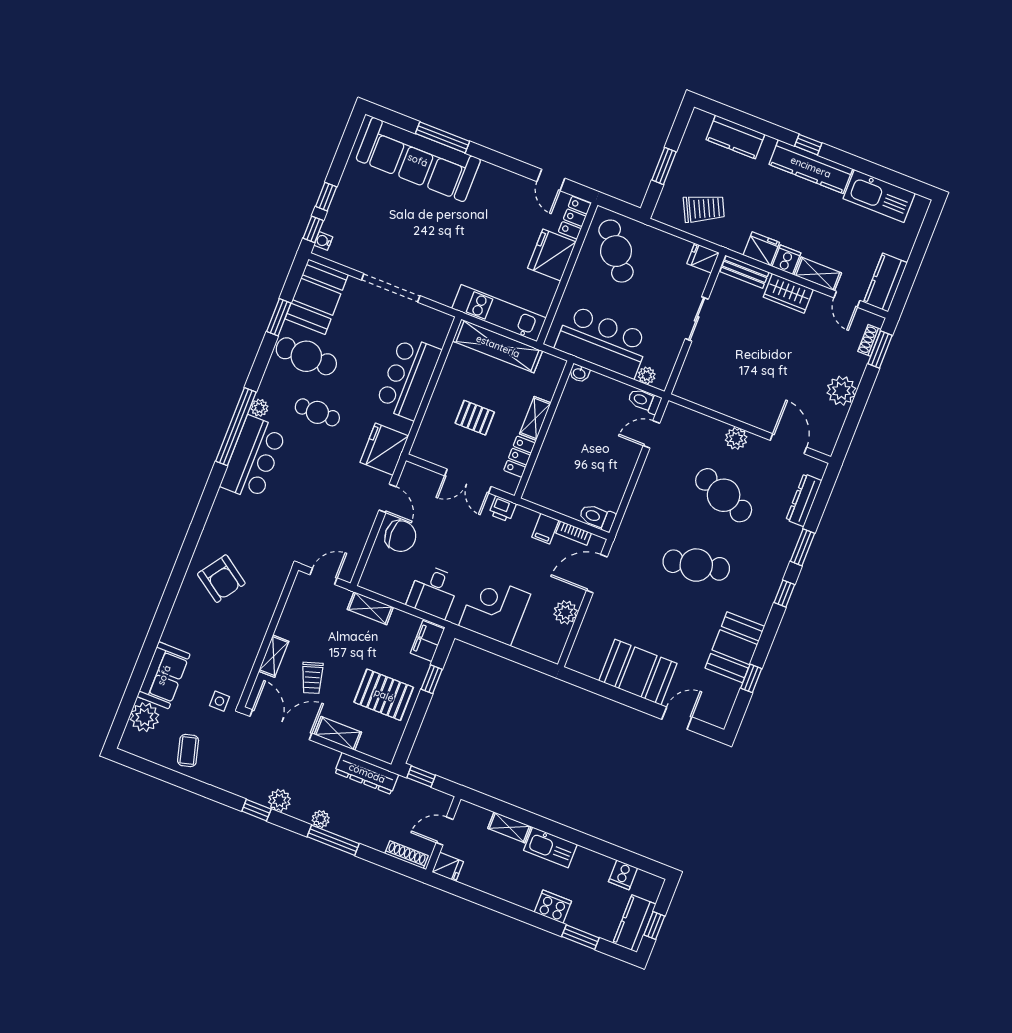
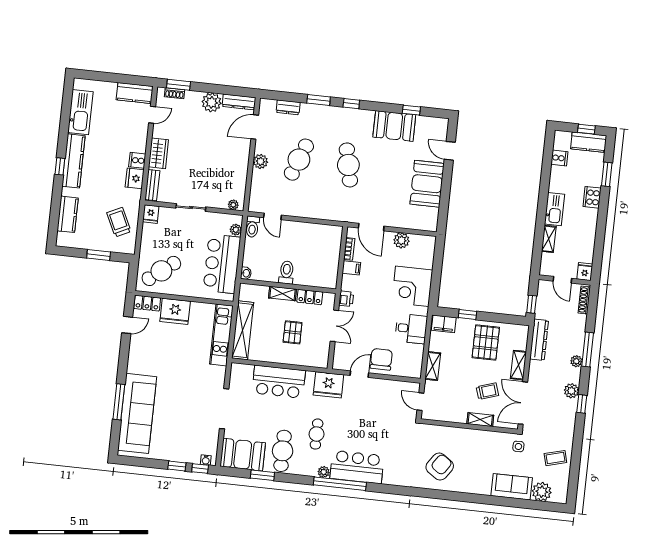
shelving: (818, 274) -> (141, 138), removed
plant: (684, 382) -> (233, 205), added
dresser: (831, 431) -> (239, 102), added
dresser: (804, 500) -> (288, 107), width x0.70
toilet: (597, 517) -> (286, 272), moved, turned 180

